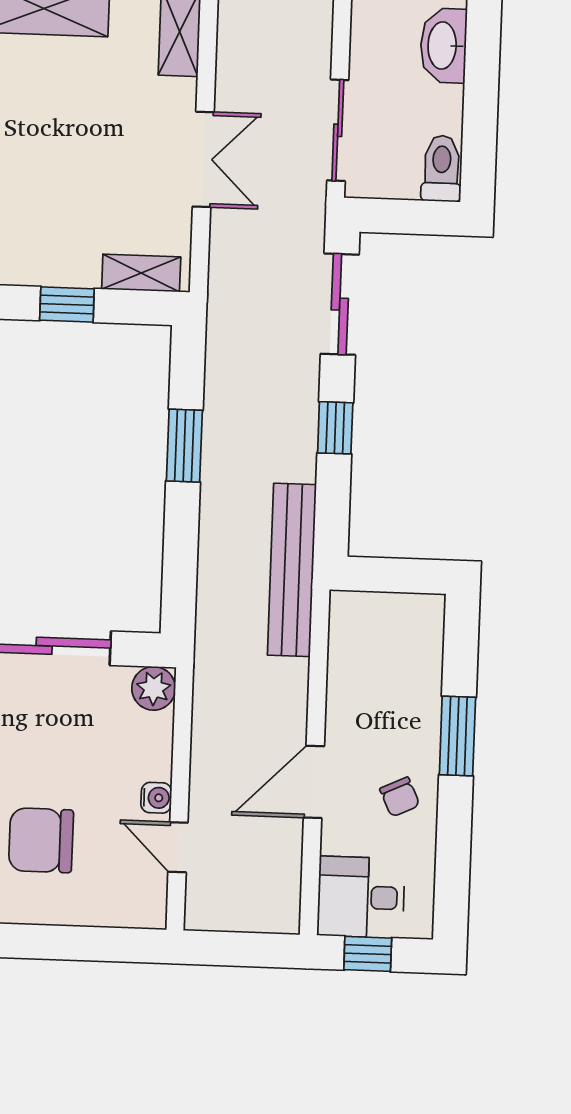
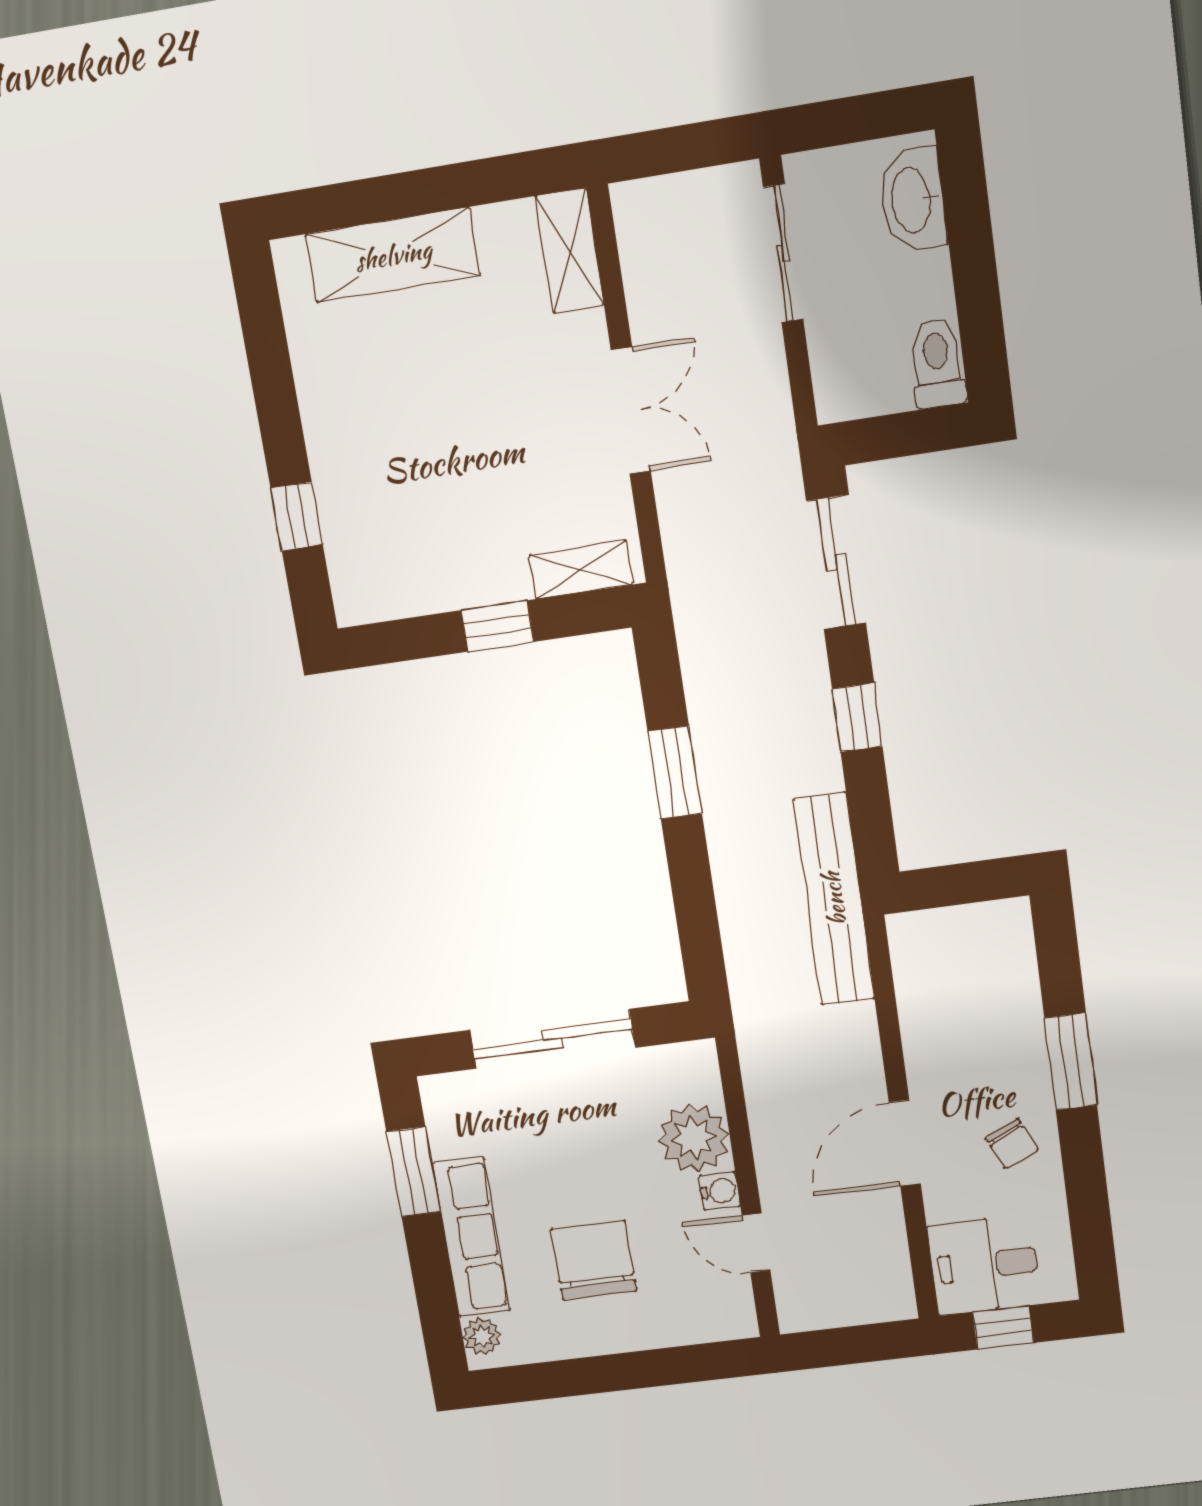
sliding door: (338, 130) -> (783, 253), moved
plant: (154, 688) -> (694, 1138), moved, width x1.36, depth x1.36
chair: (41, 840) -> (594, 1260), turned 90

